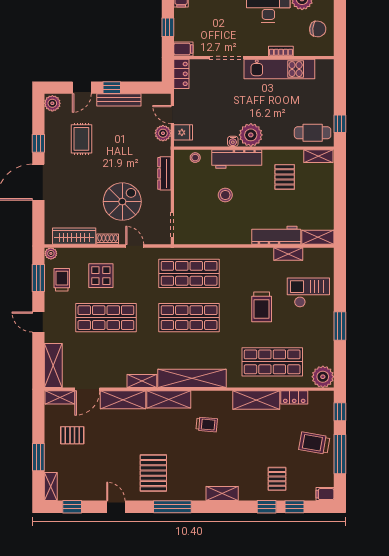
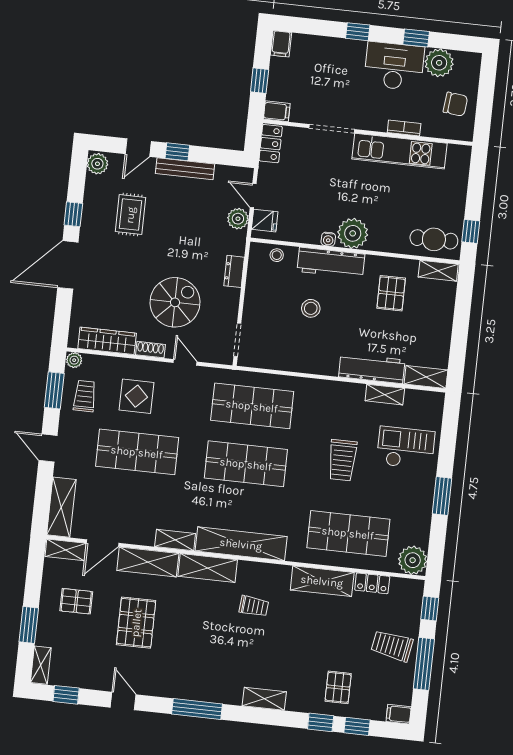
dresser: (164, 173) -> (234, 271), width x0.70
pallet: (153, 473) -> (136, 623), moved

